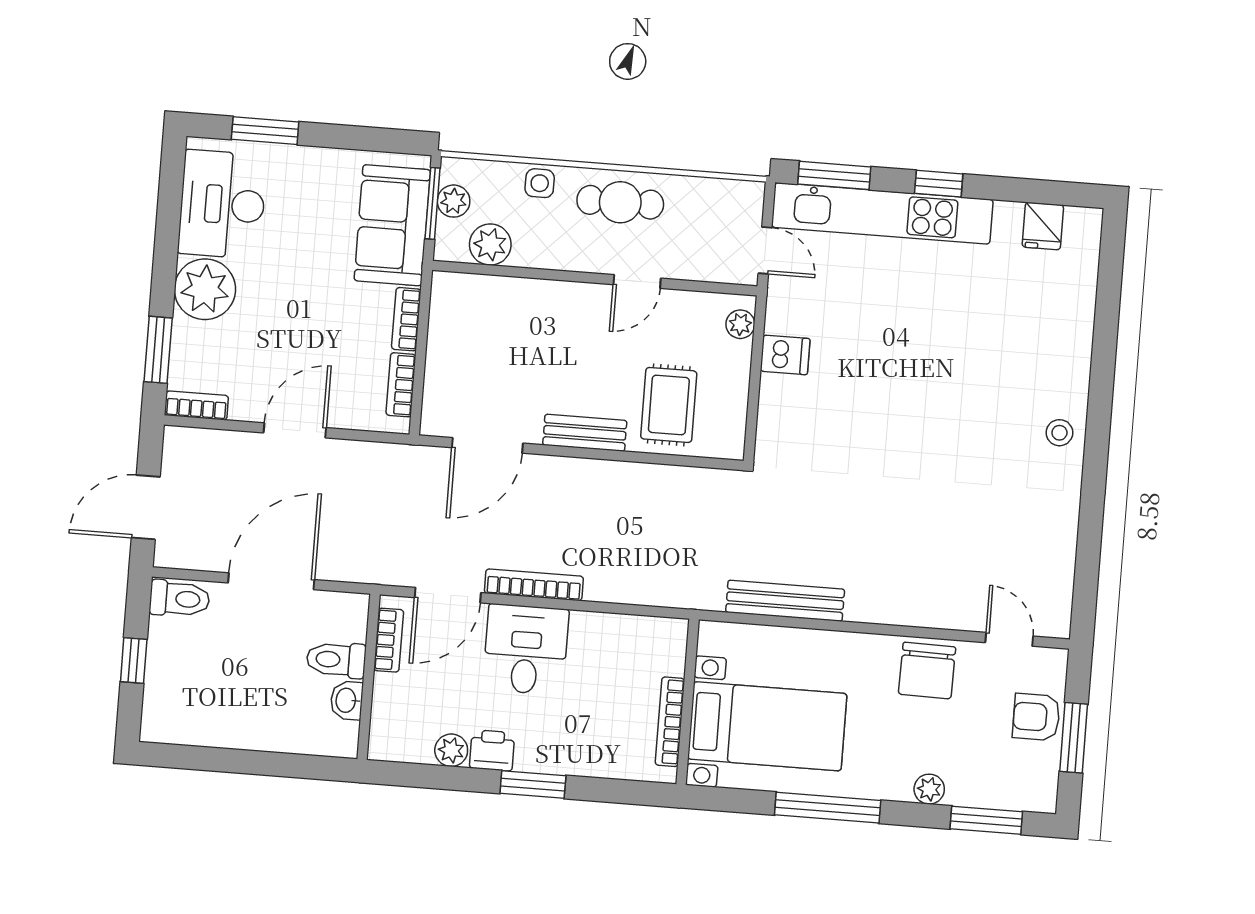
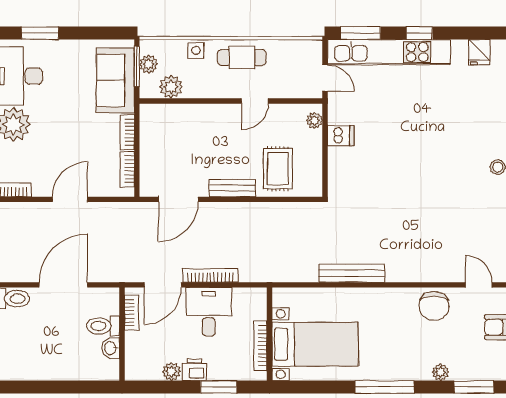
wall: (687, 702) -> (269, 334), moved
bookcase: (670, 722) -> (260, 346), moved
bed with nightstands: (767, 726) -> (315, 344), moved

